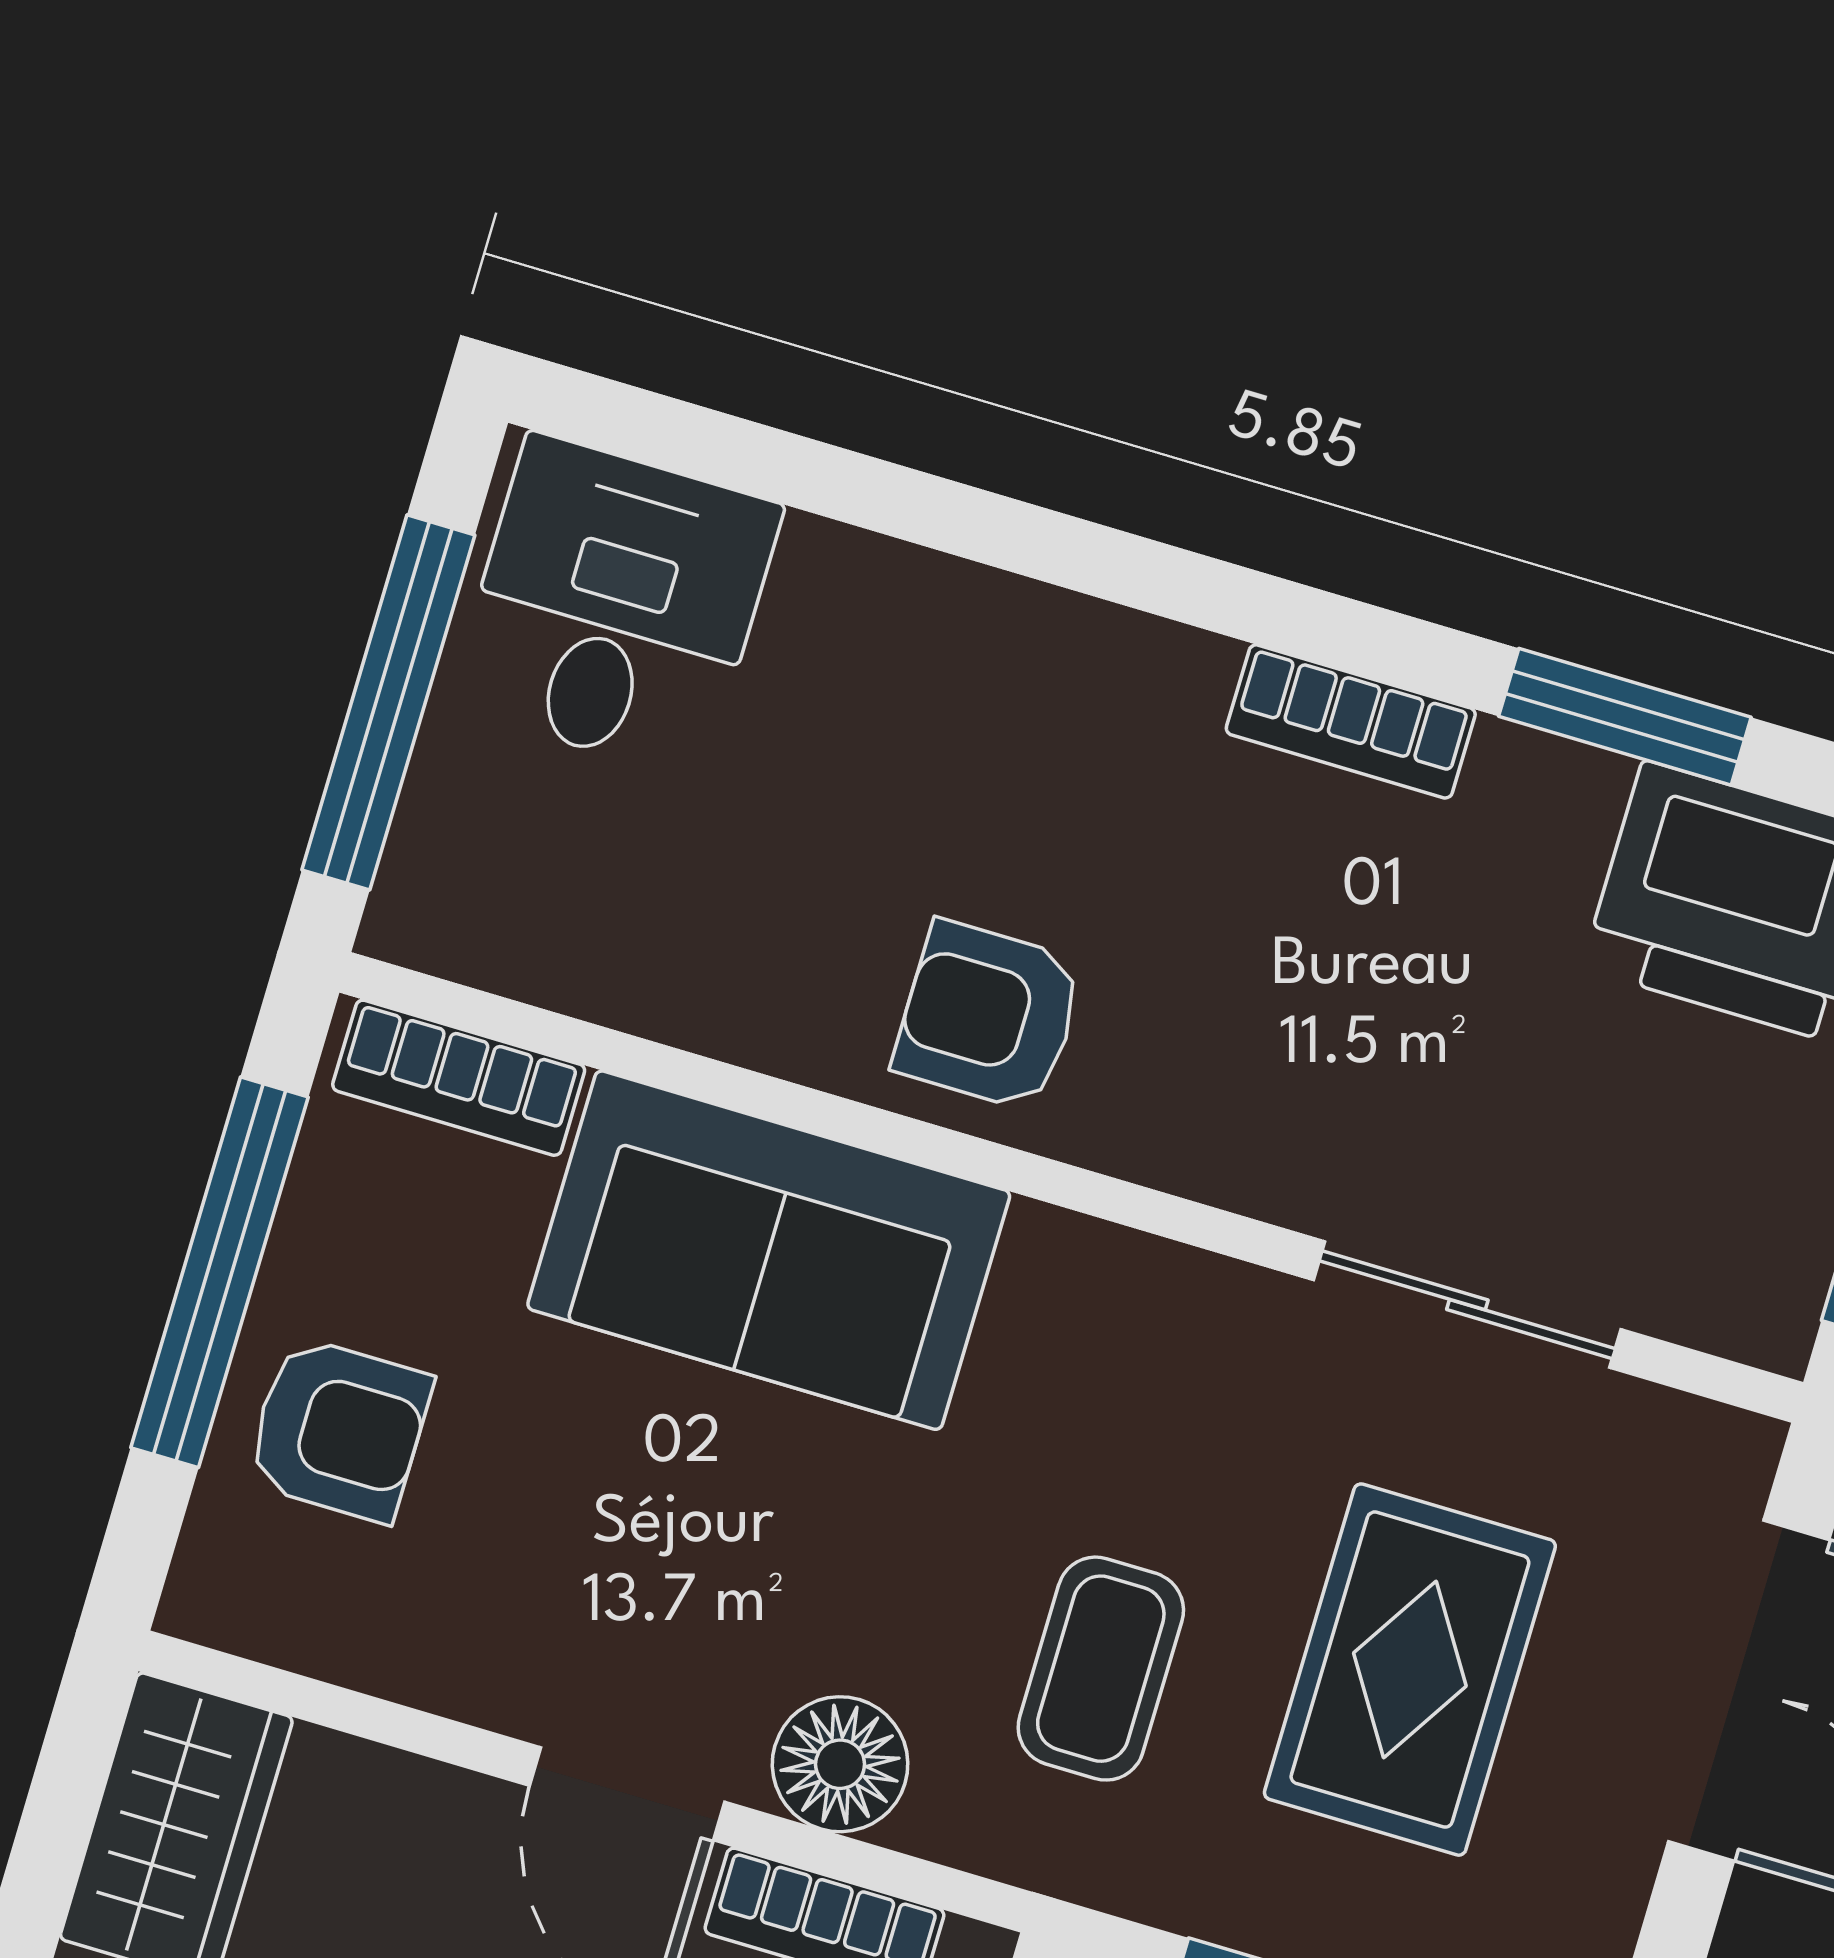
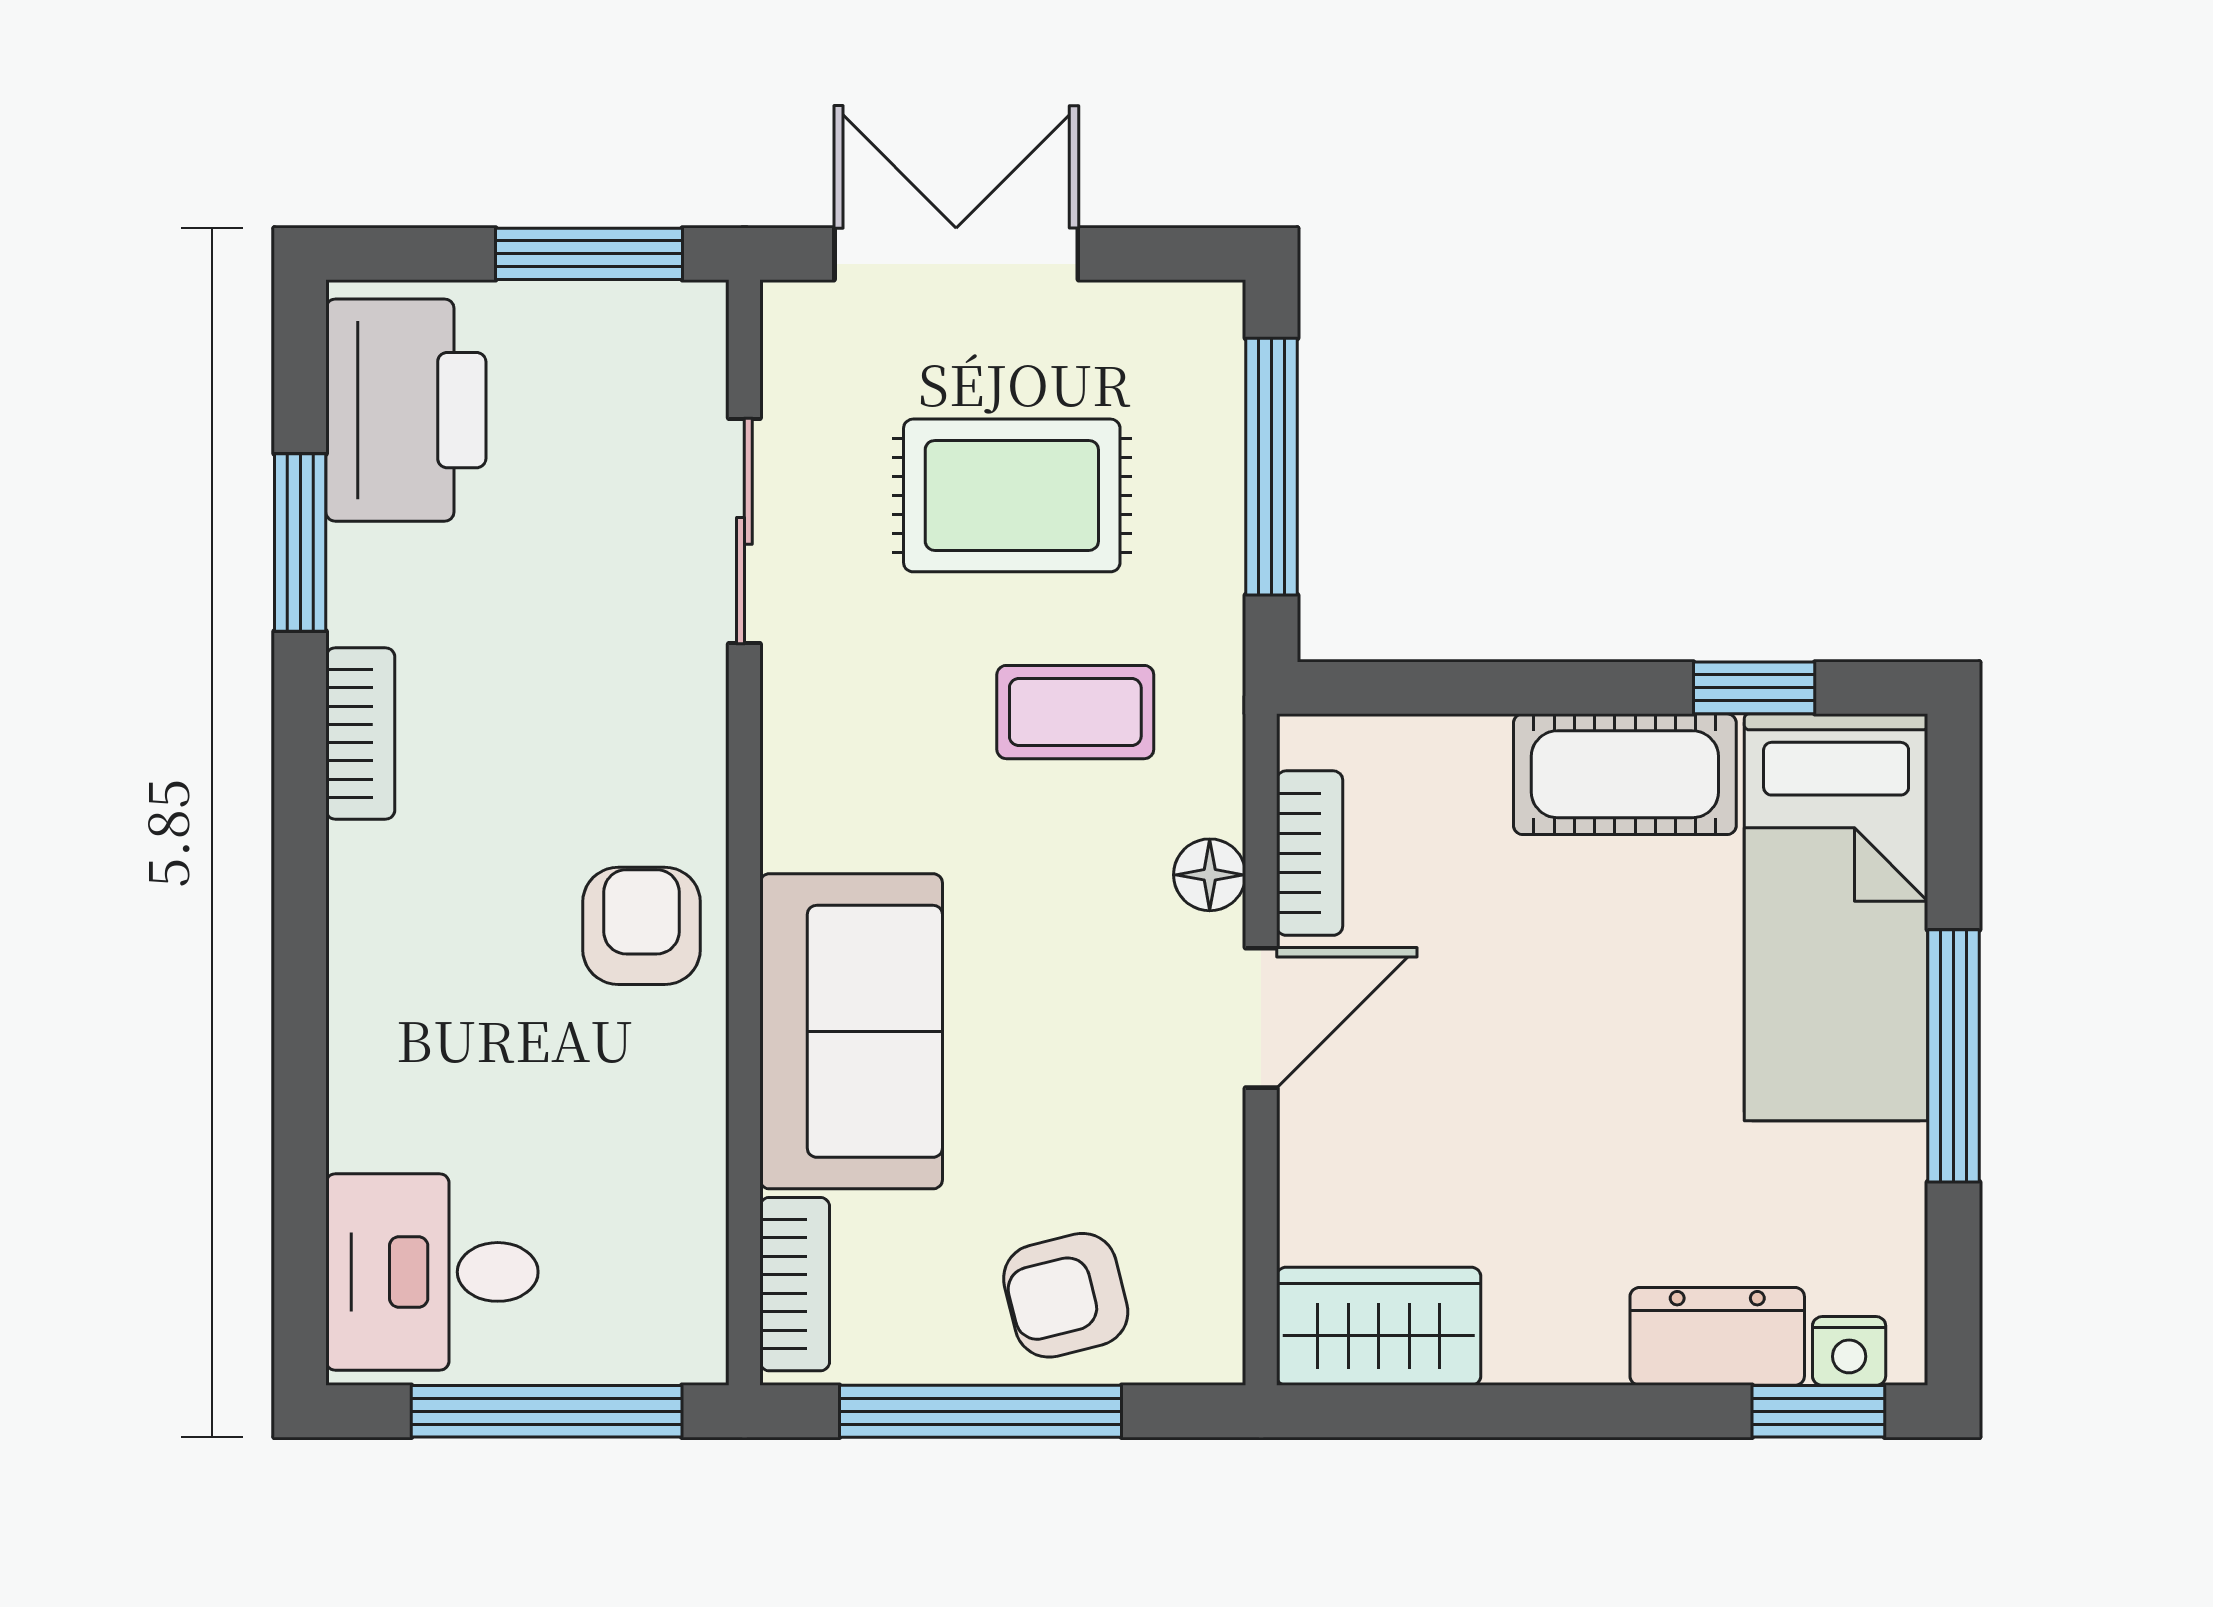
armchair: (989, 1016) -> (641, 926), turned 180
armchair: (339, 1429) -> (1066, 1295), turned -104
floor lamp: (840, 1764) -> (1210, 875), width x0.73, depth x0.73

